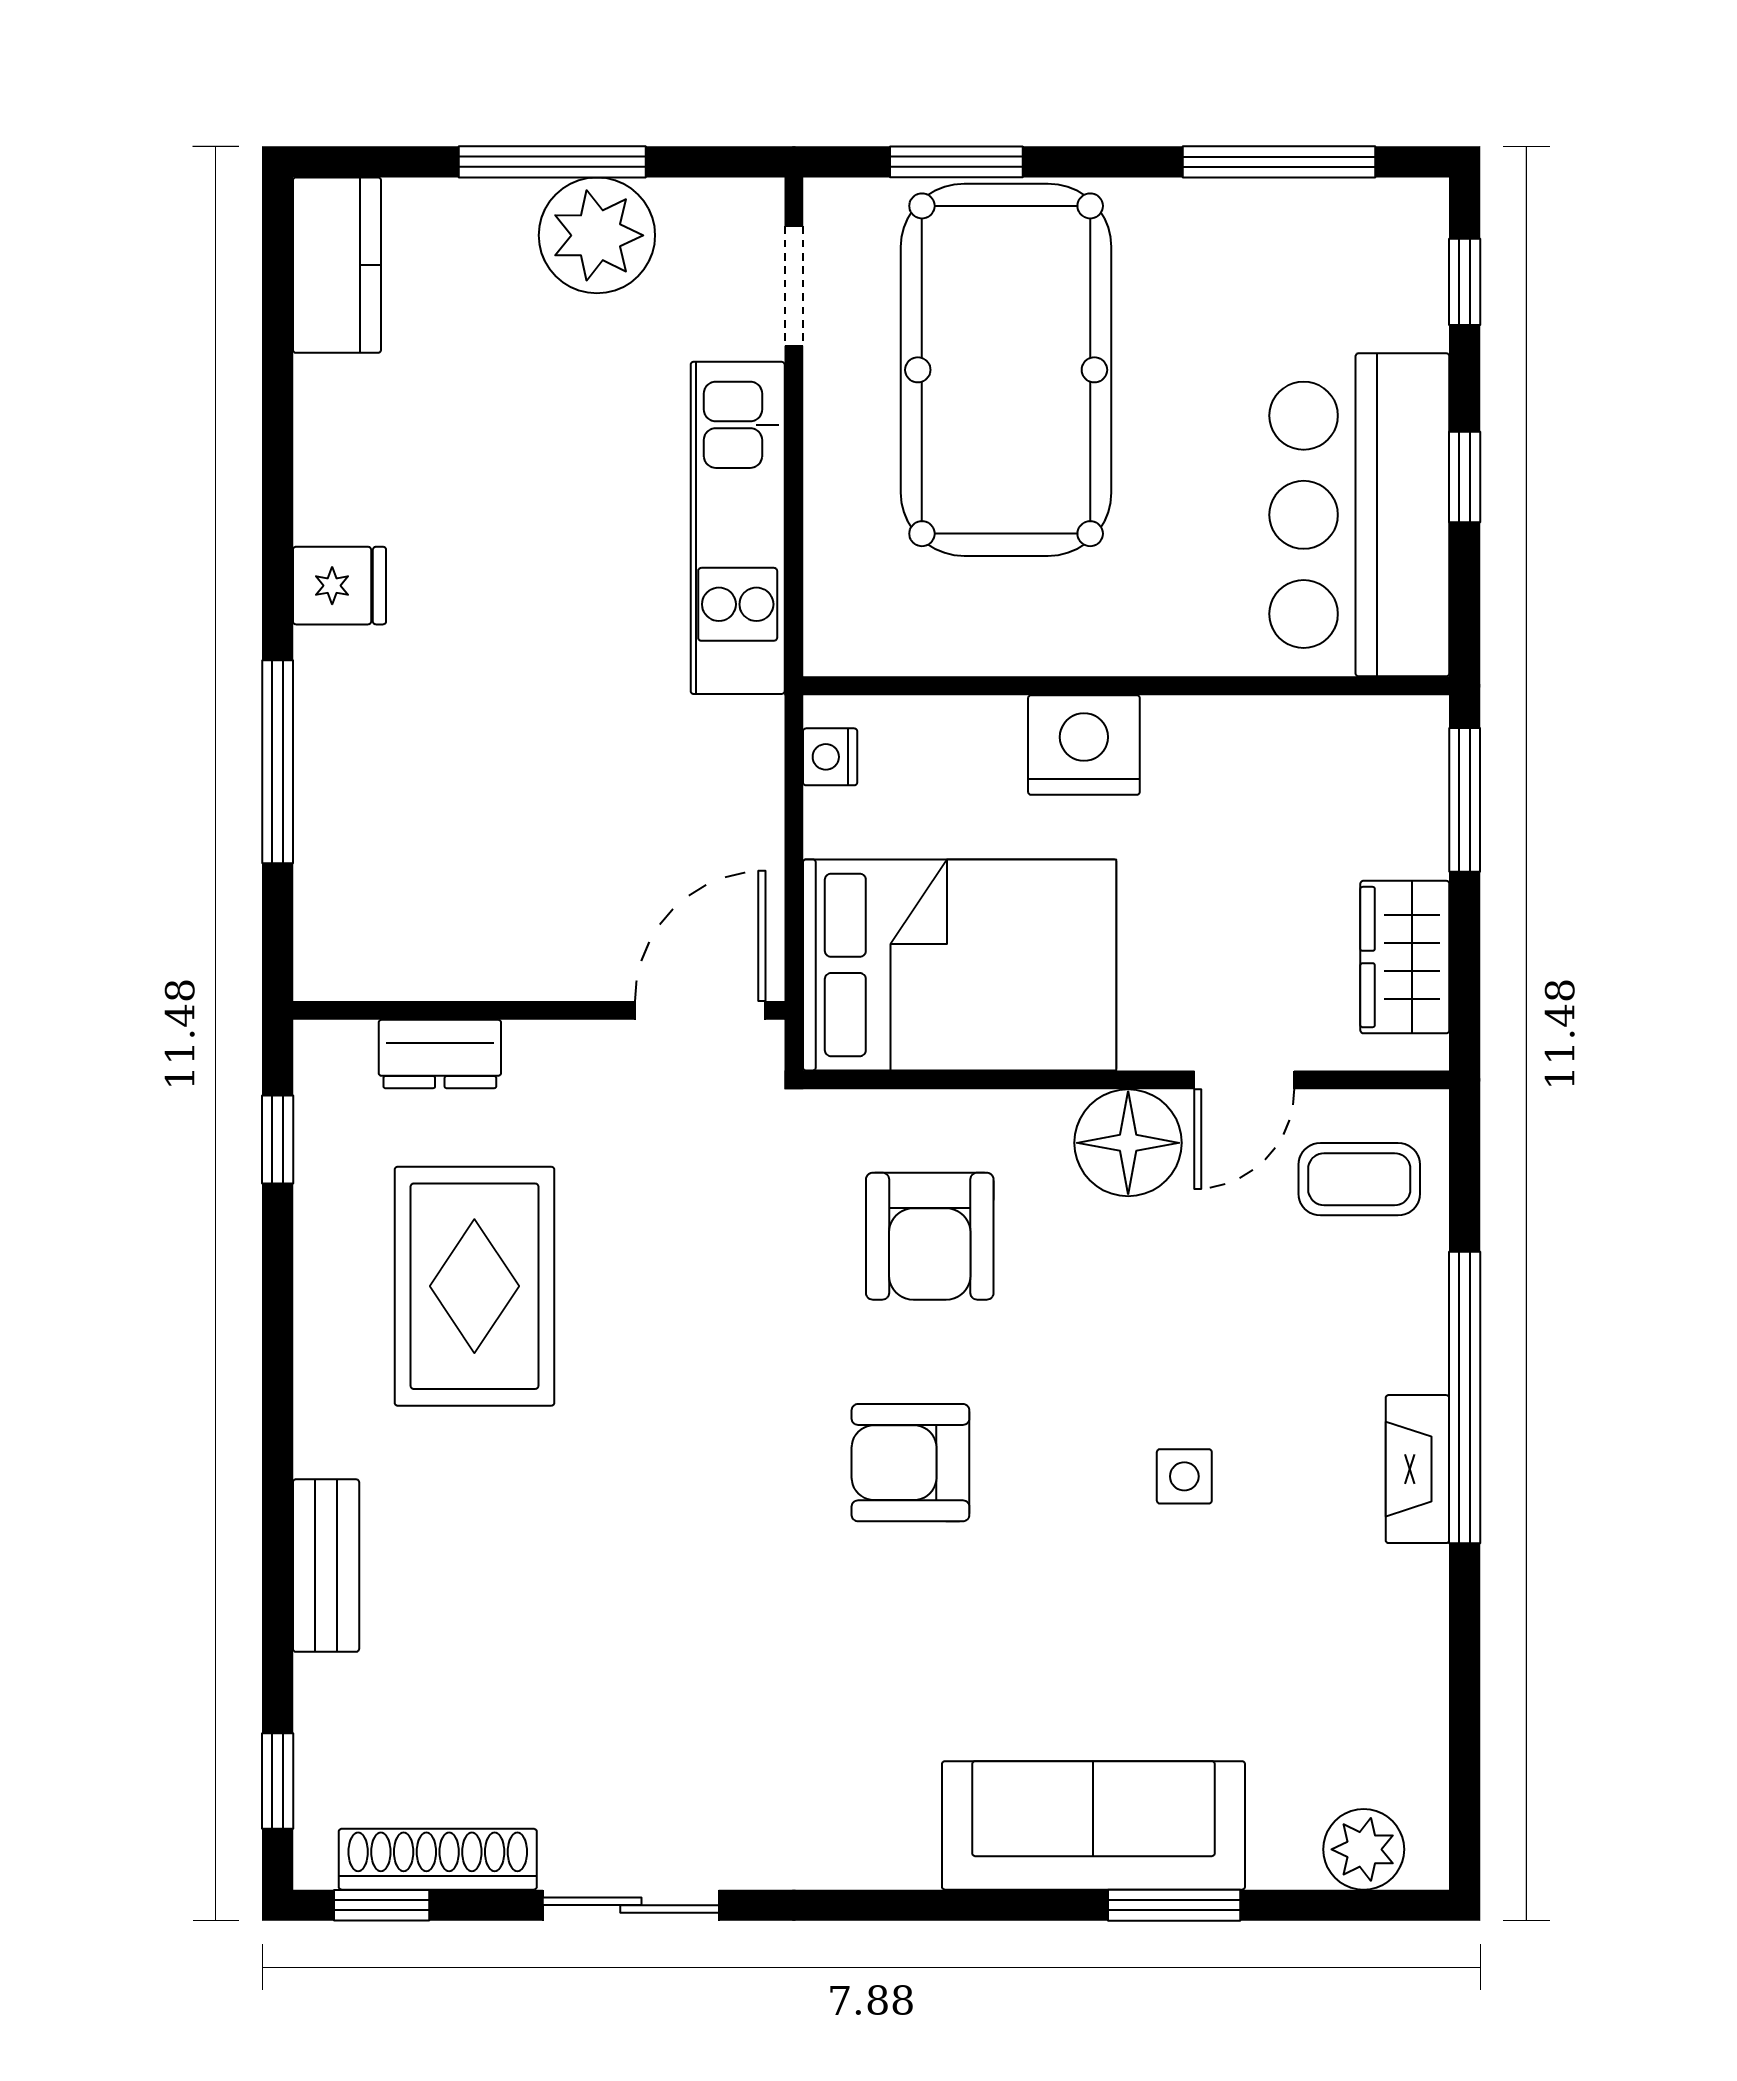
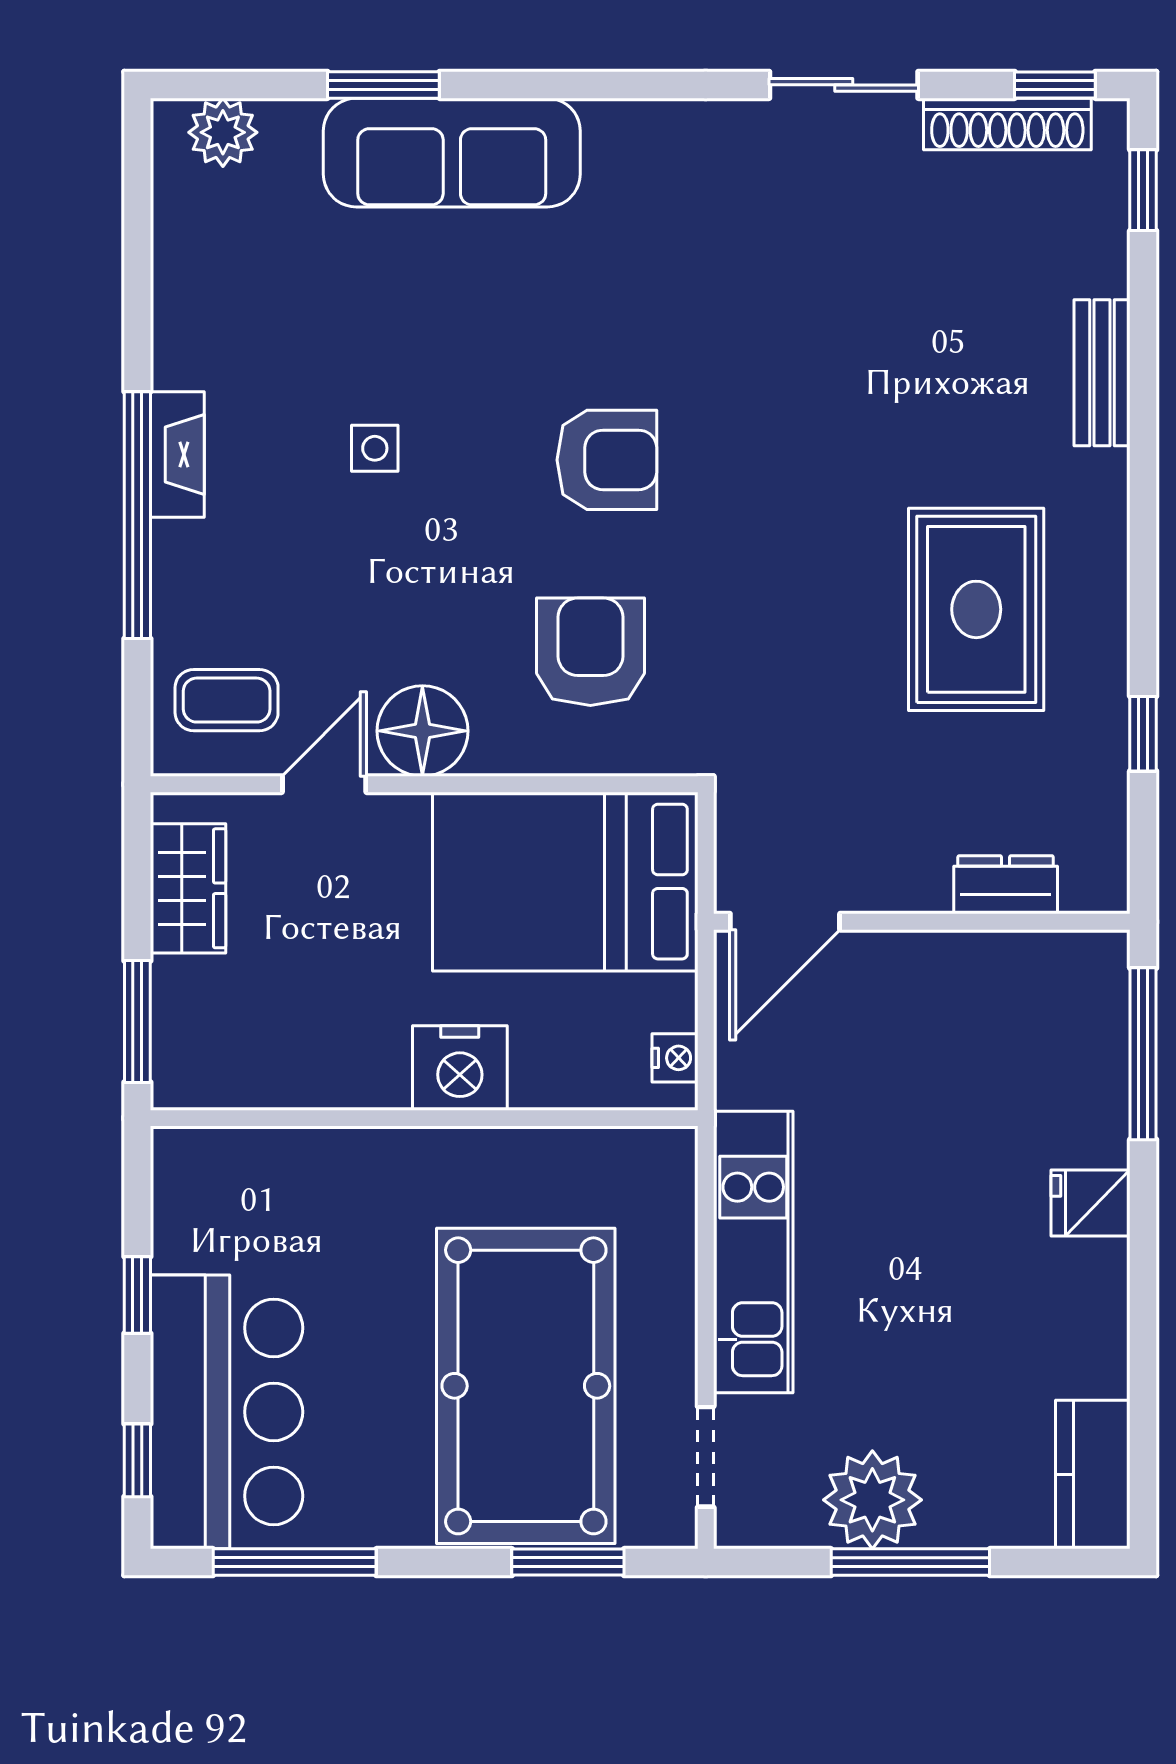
bar counter: (1359, 515) -> (227, 1412), moved
wall: (539, 1010) -> (922, 922), moved
door: (700, 1010) -> (785, 922), moved
dresser: (440, 1054) -> (1006, 885), moved

